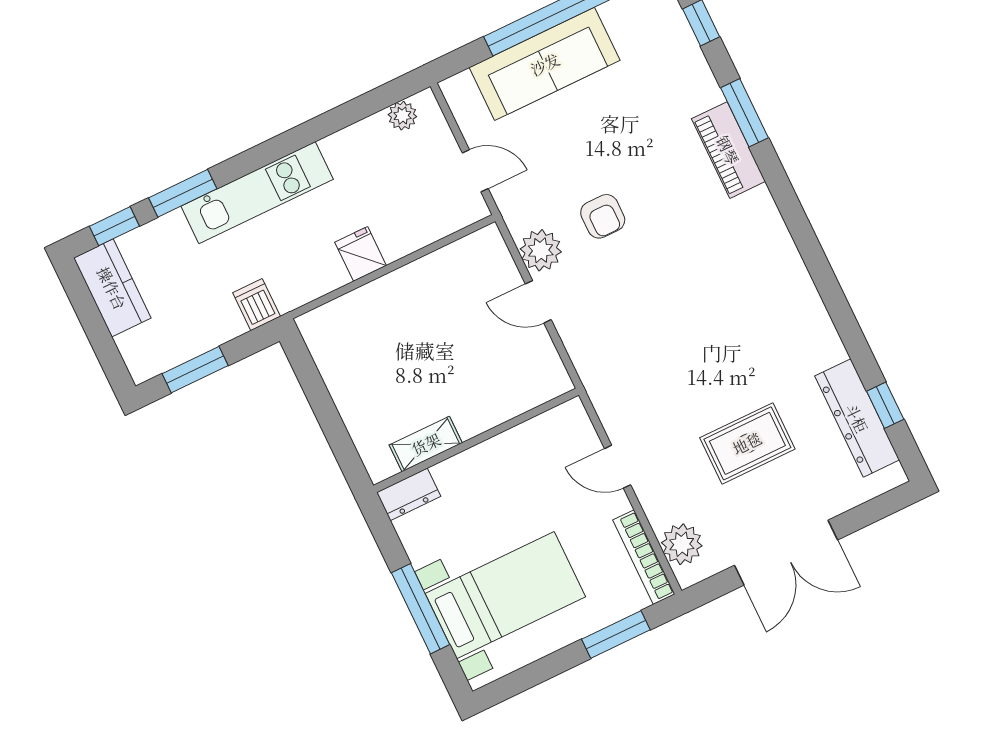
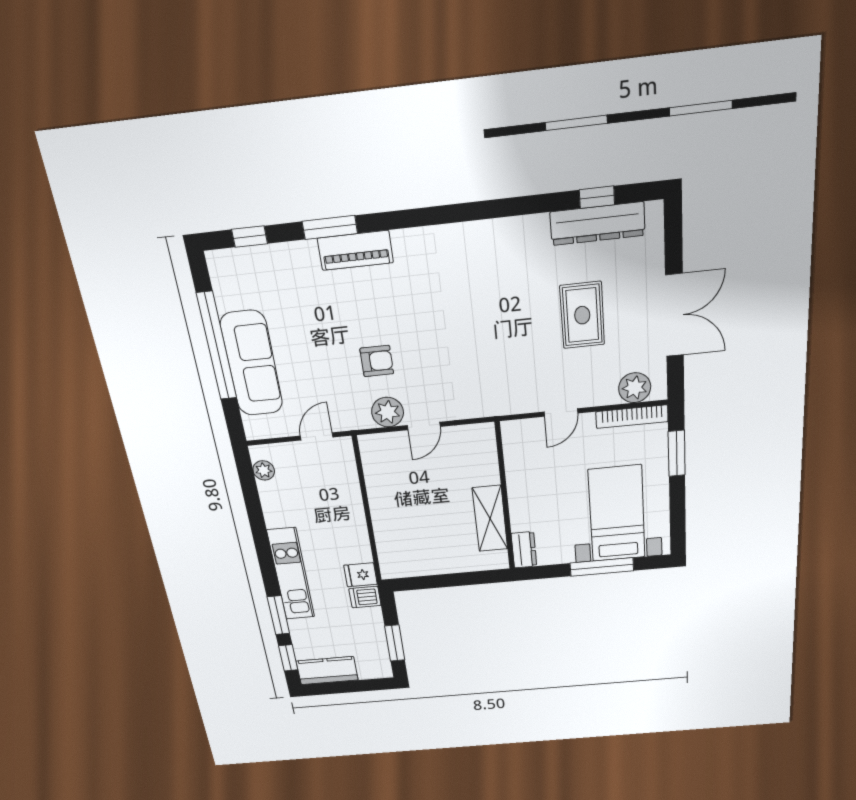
fridge: (361, 254) -> (361, 575), moved
shelving: (426, 444) -> (490, 519), width x1.50, depth x1.33

